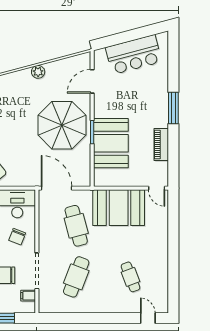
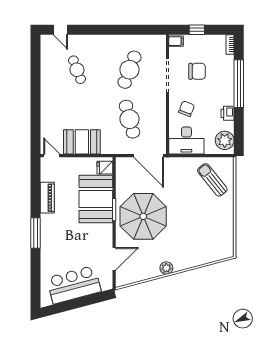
fridge: (102, 176) -> (105, 168), added
booth: (119, 208) -> (82, 142), width x0.73, depth x0.70
filing cabinet: (28, 296) -> (176, 41), moved

